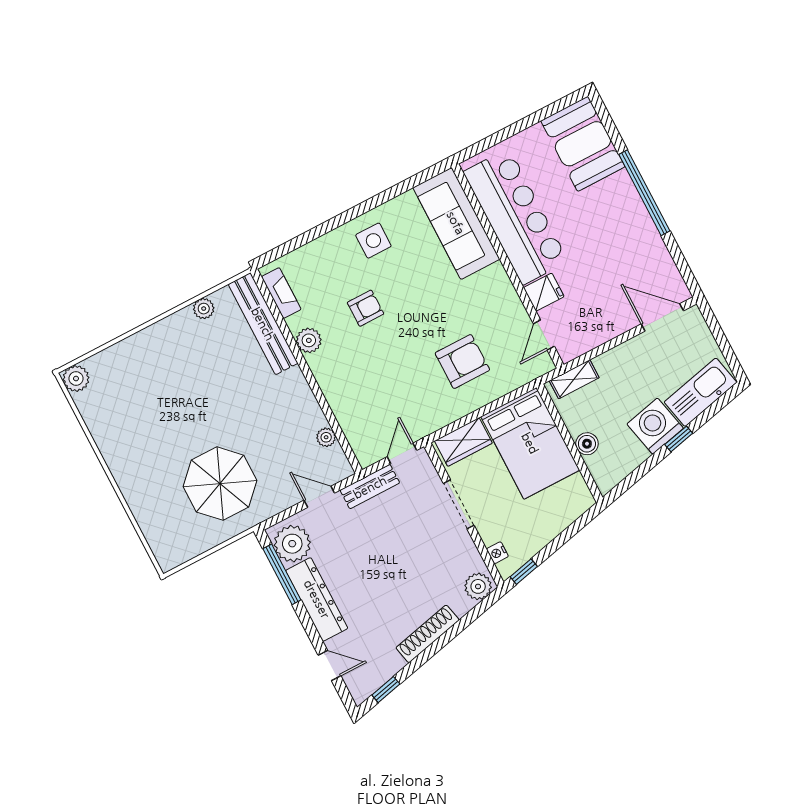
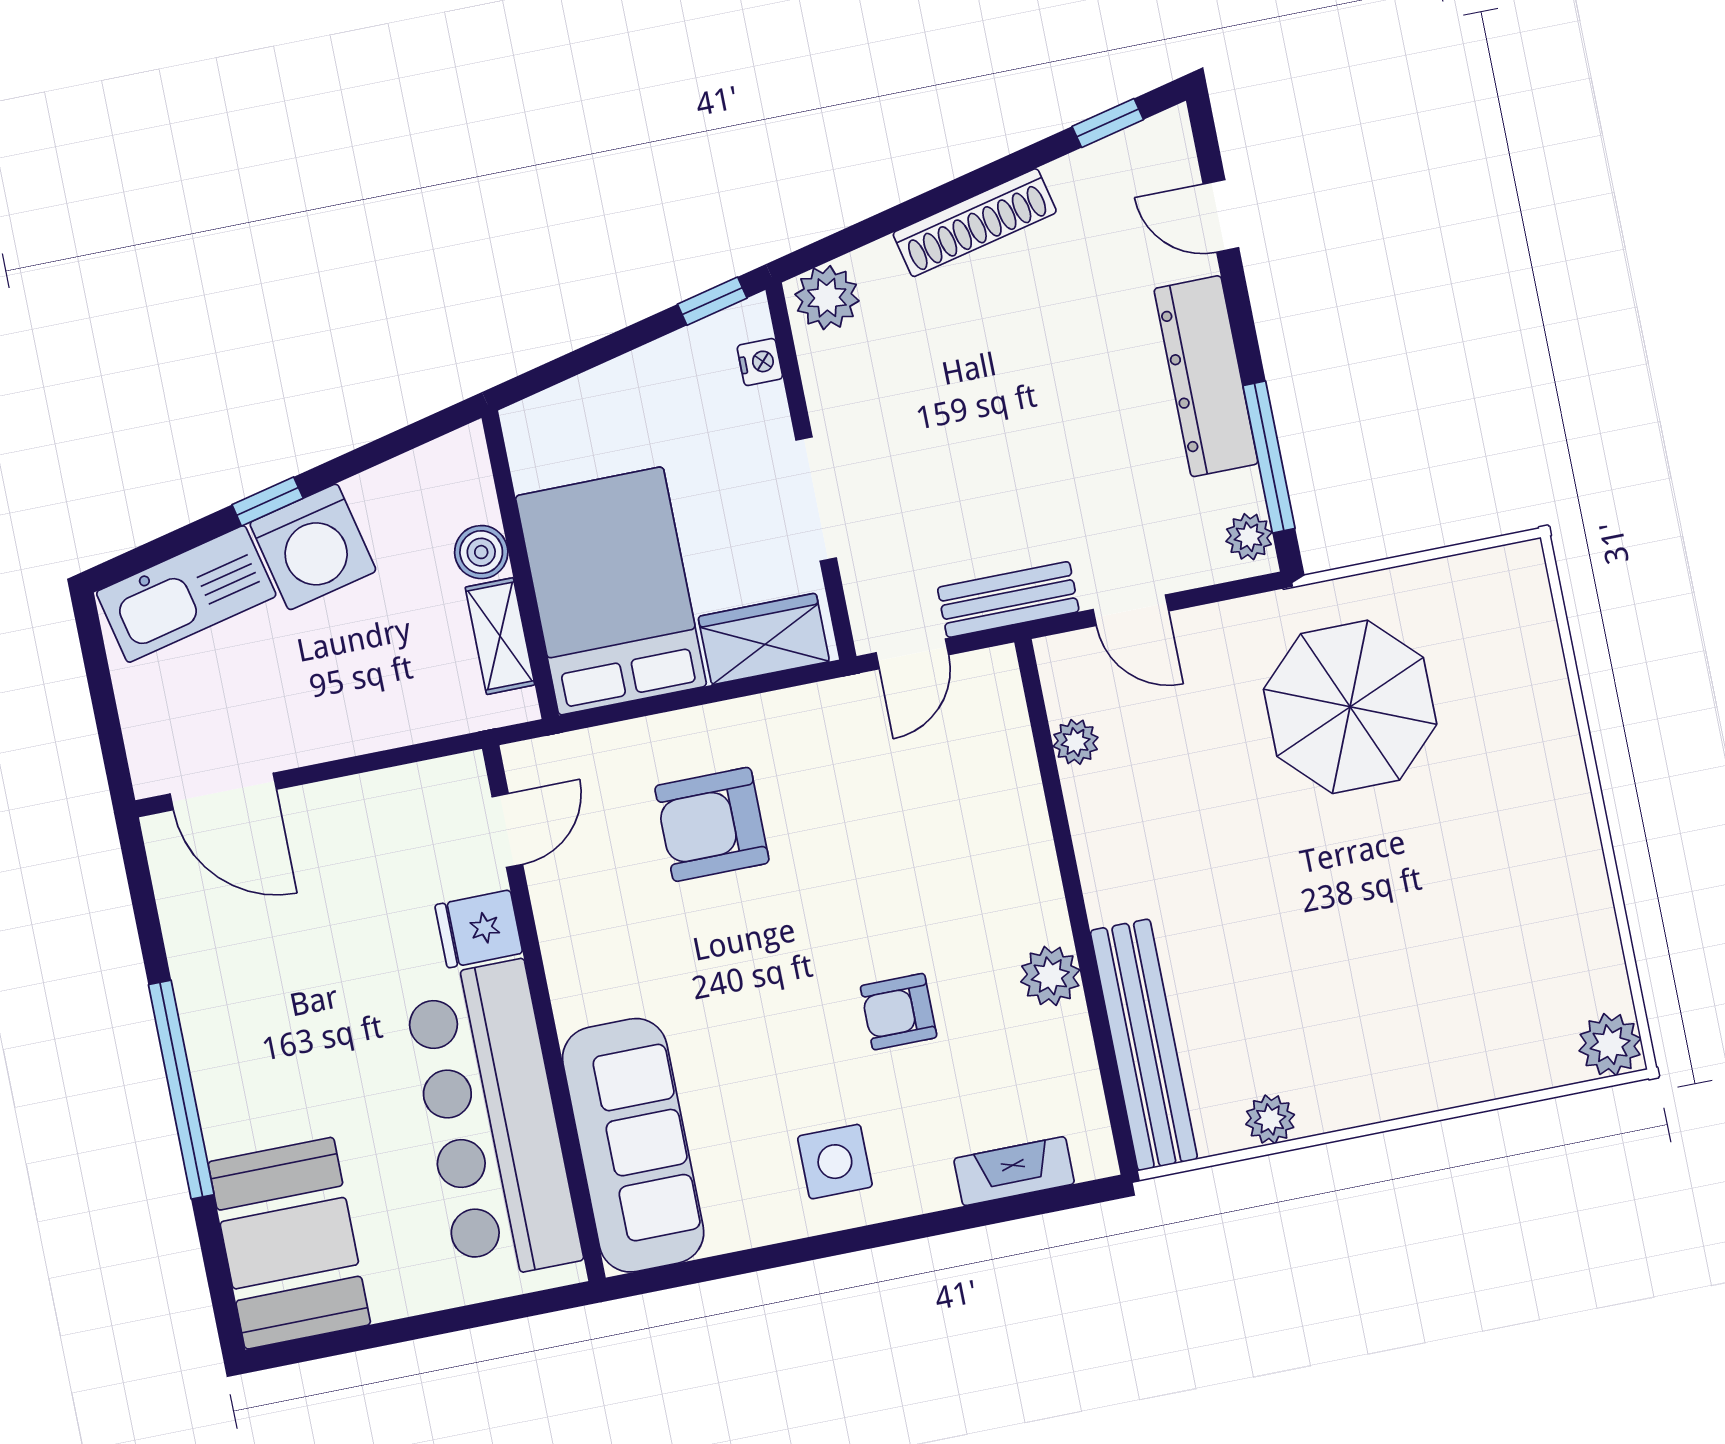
fireplace: (281, 293) -> (1014, 1171), moved, turned 90
shelving: (574, 379) -> (500, 636), moved, turned 90
plant: (292, 544) -> (1249, 537), width x0.53, depth x0.53

